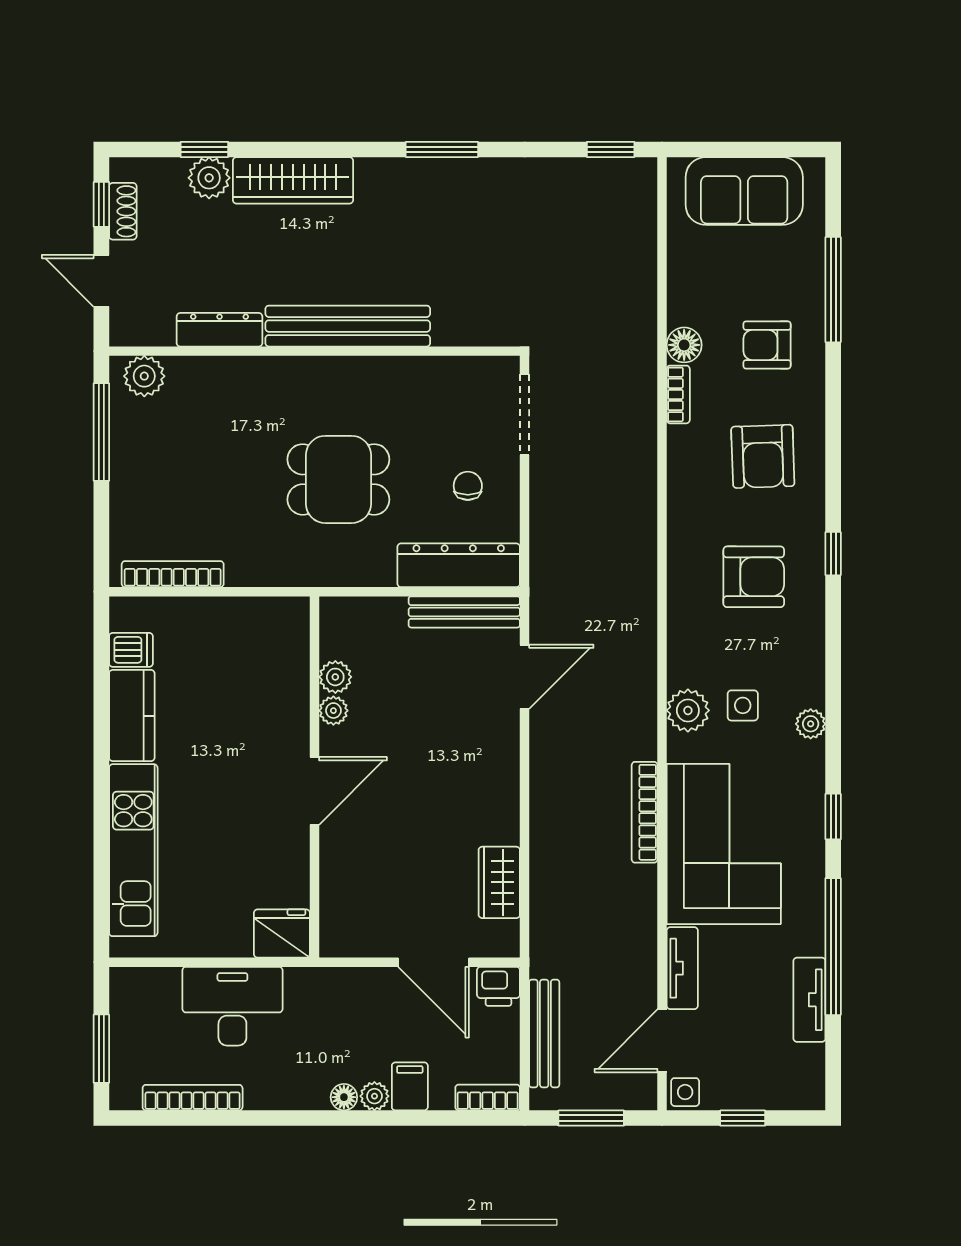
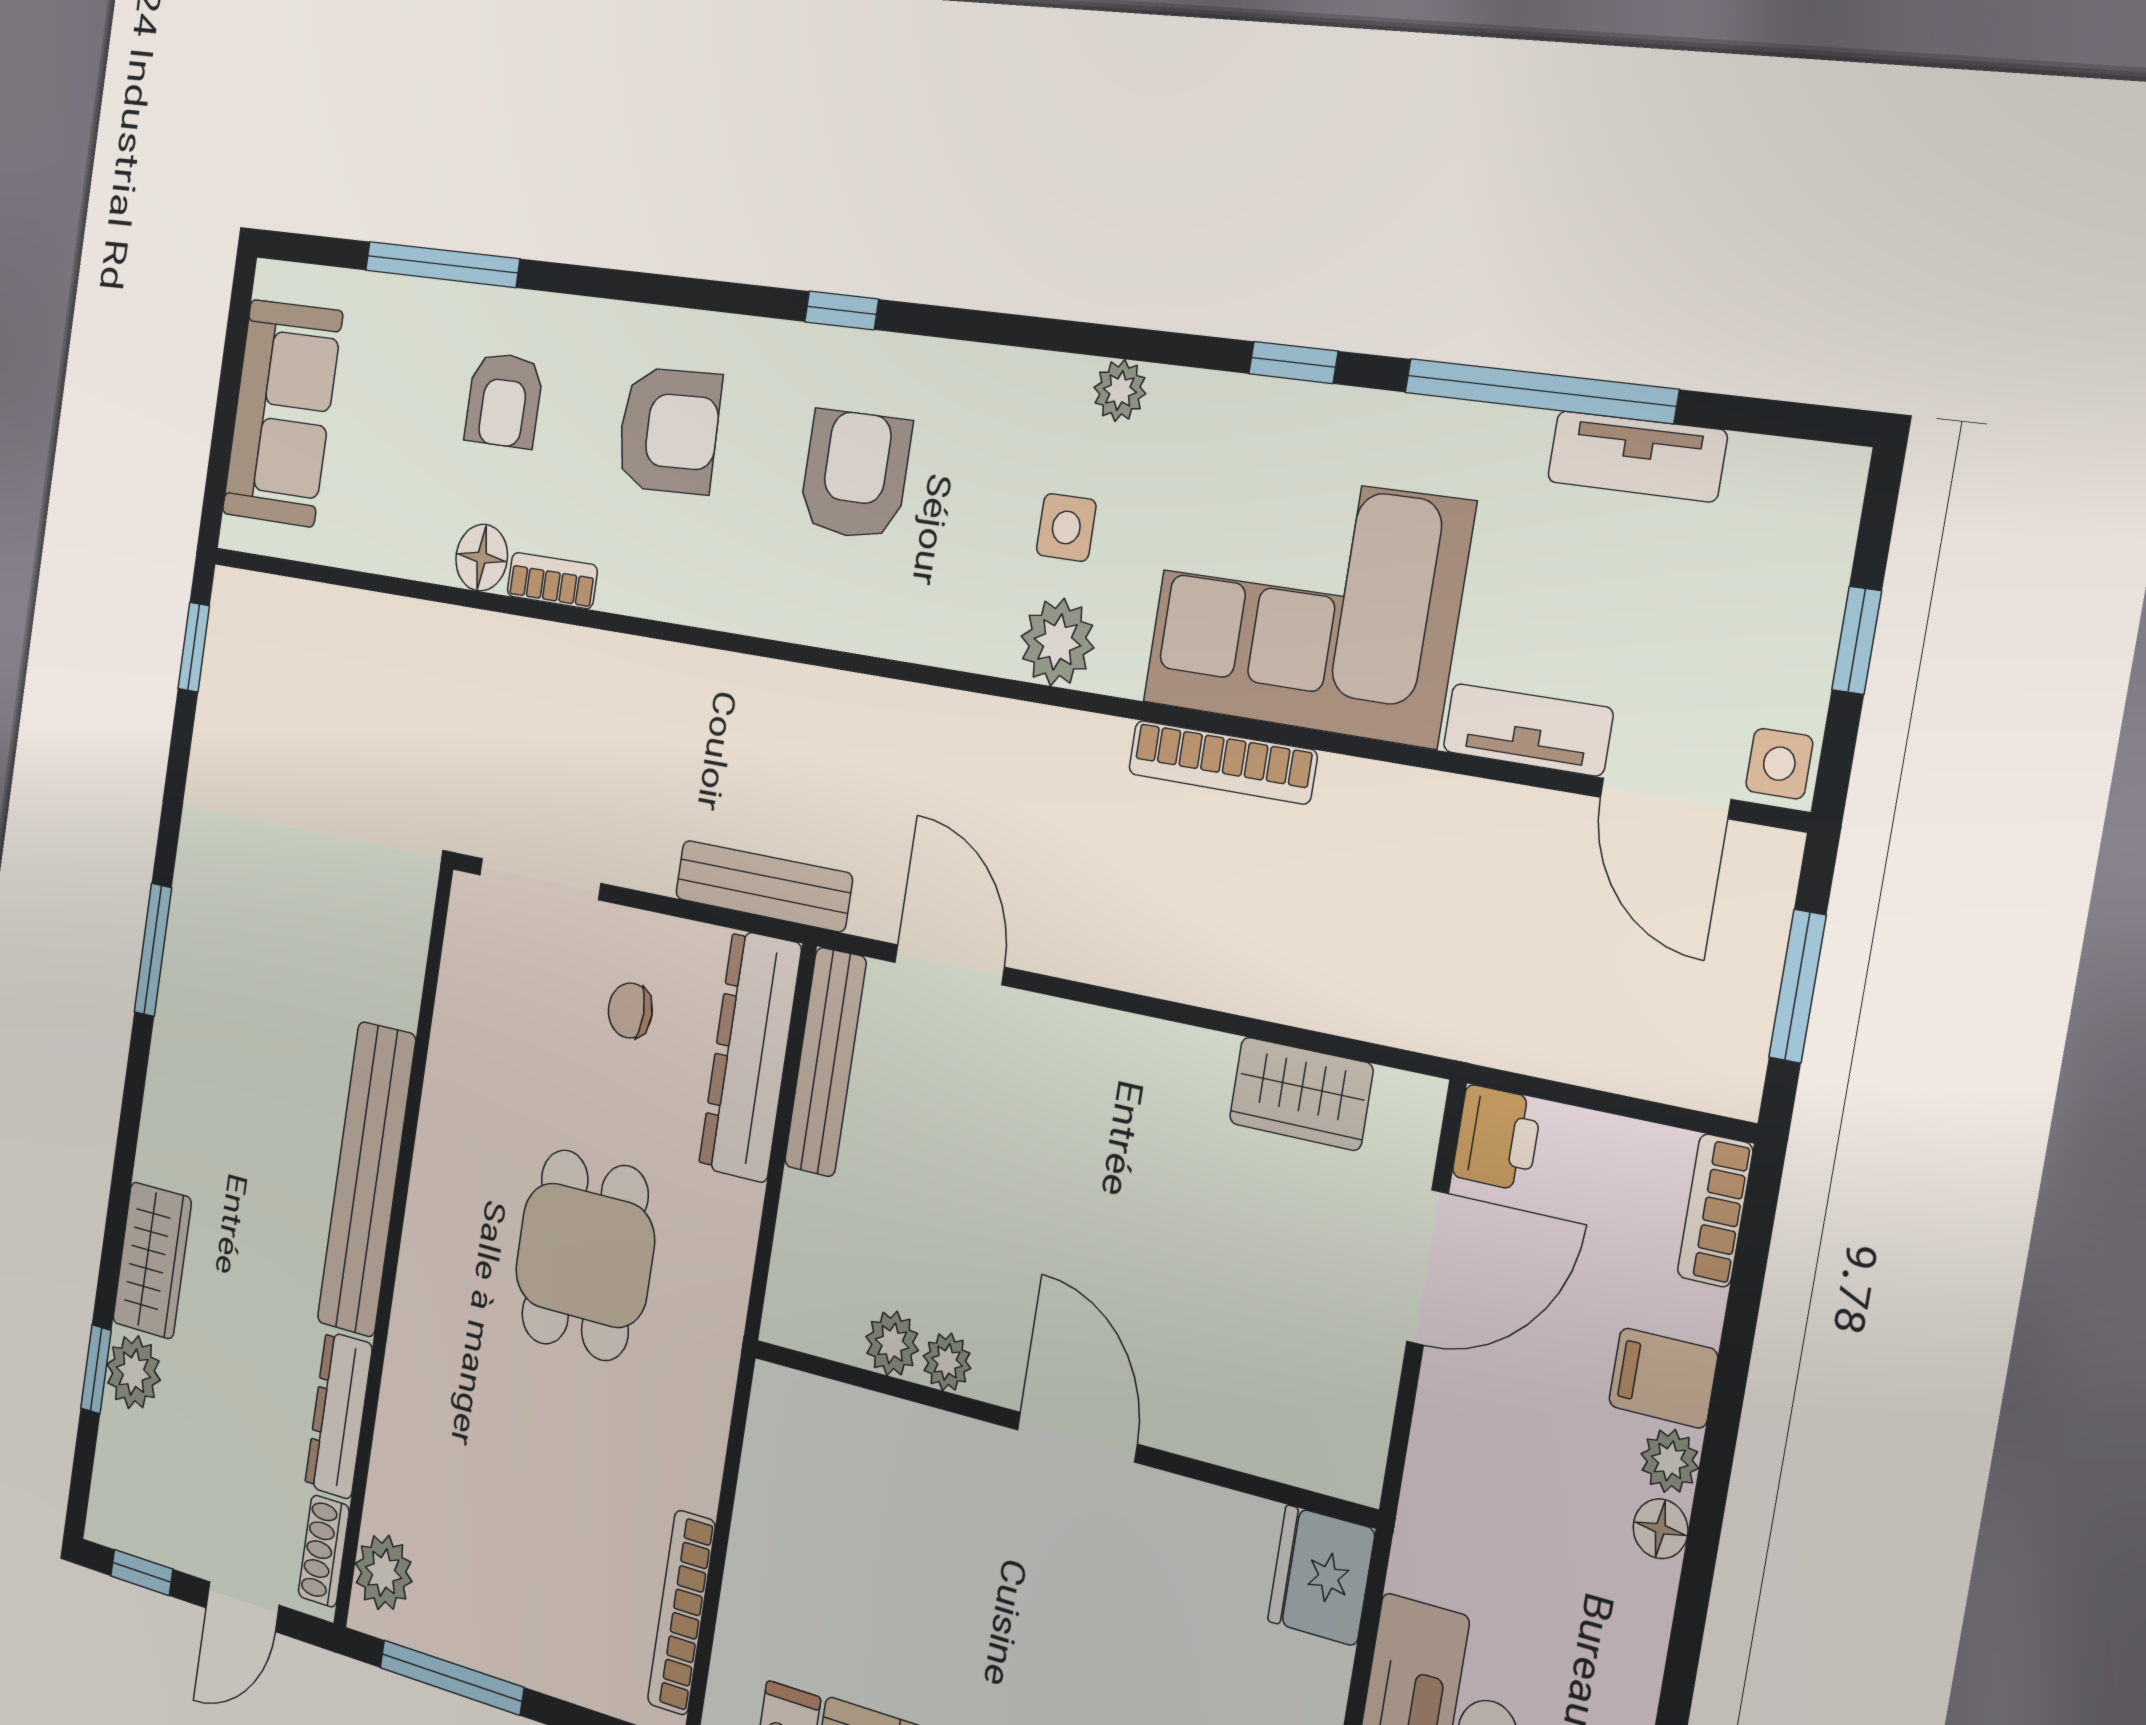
wardrobe: (293, 180) -> (152, 1260), width x0.67
shoe rack: (123, 211) -> (324, 1551), moved, turned -90
bench: (544, 1033) -> (763, 886), moved

